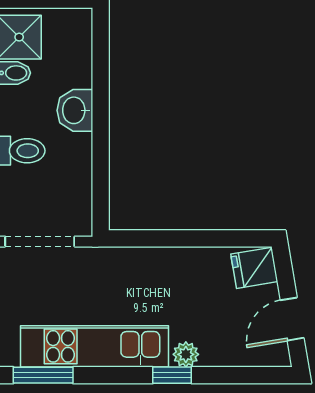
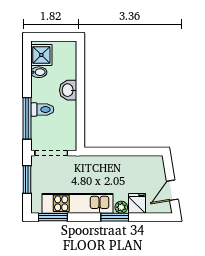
fridge: (254, 268) -> (137, 203), moved, turned 100
window: (172, 375) -> (115, 217), width x1.50

